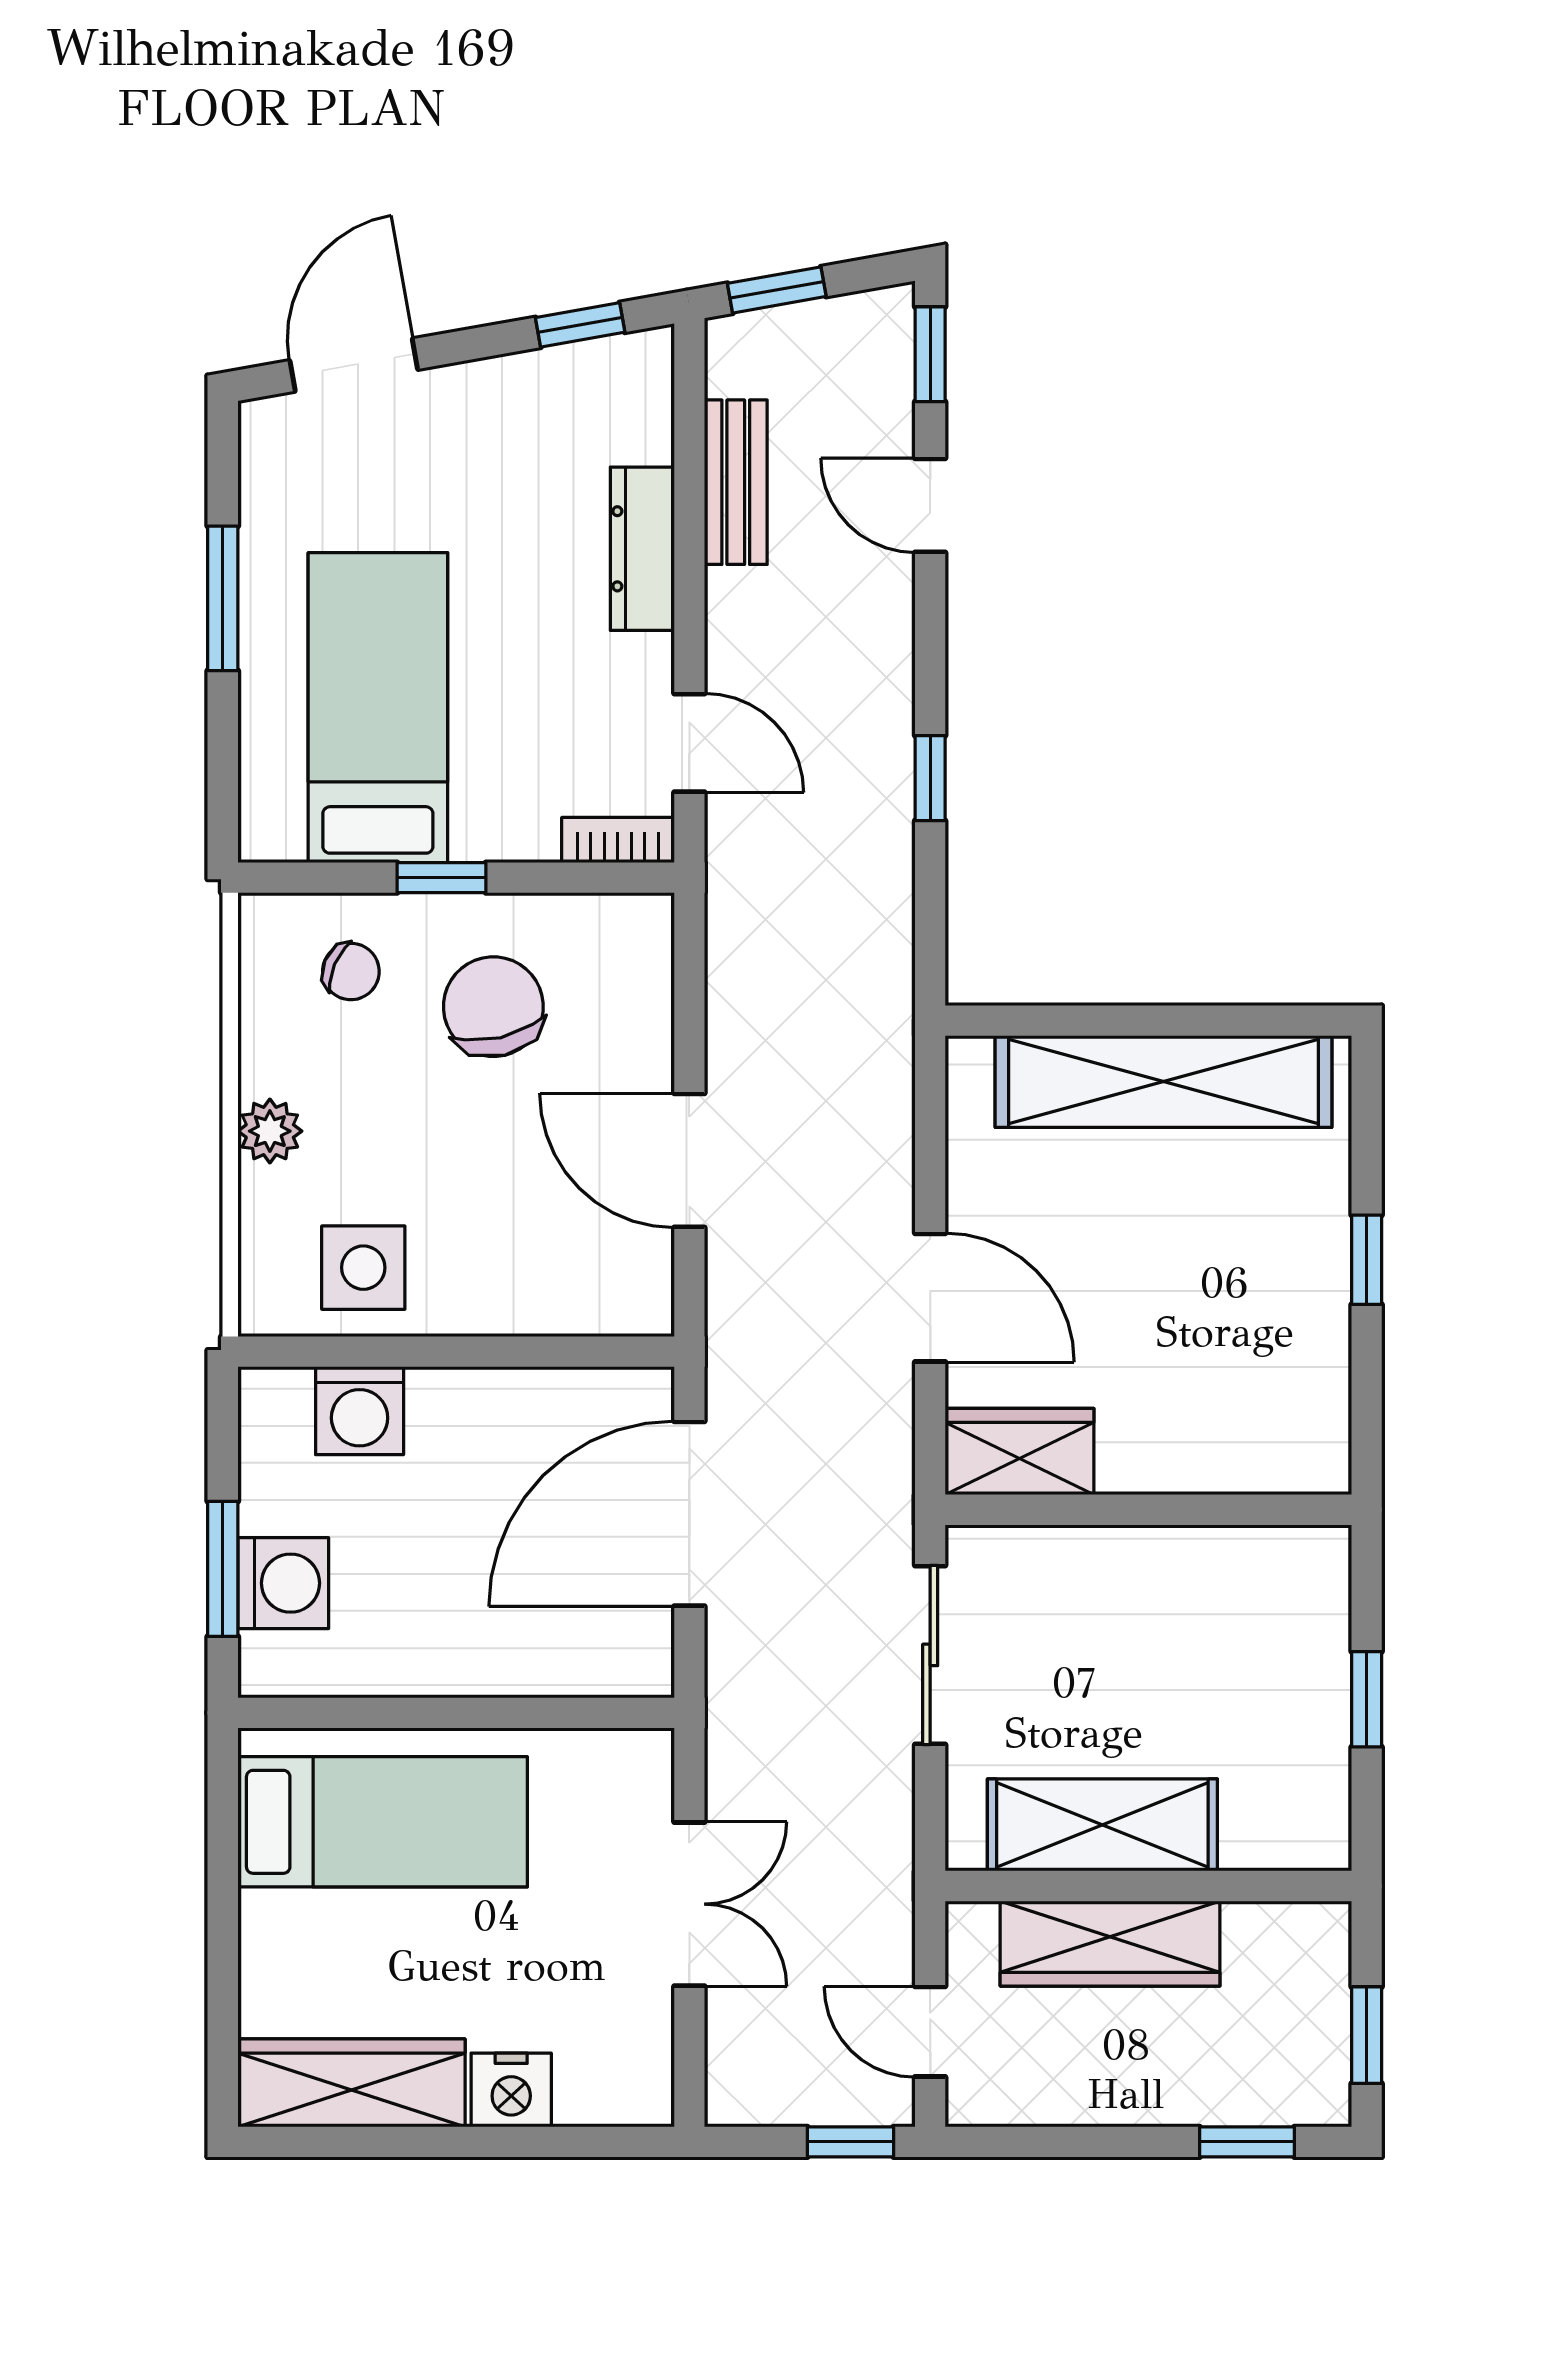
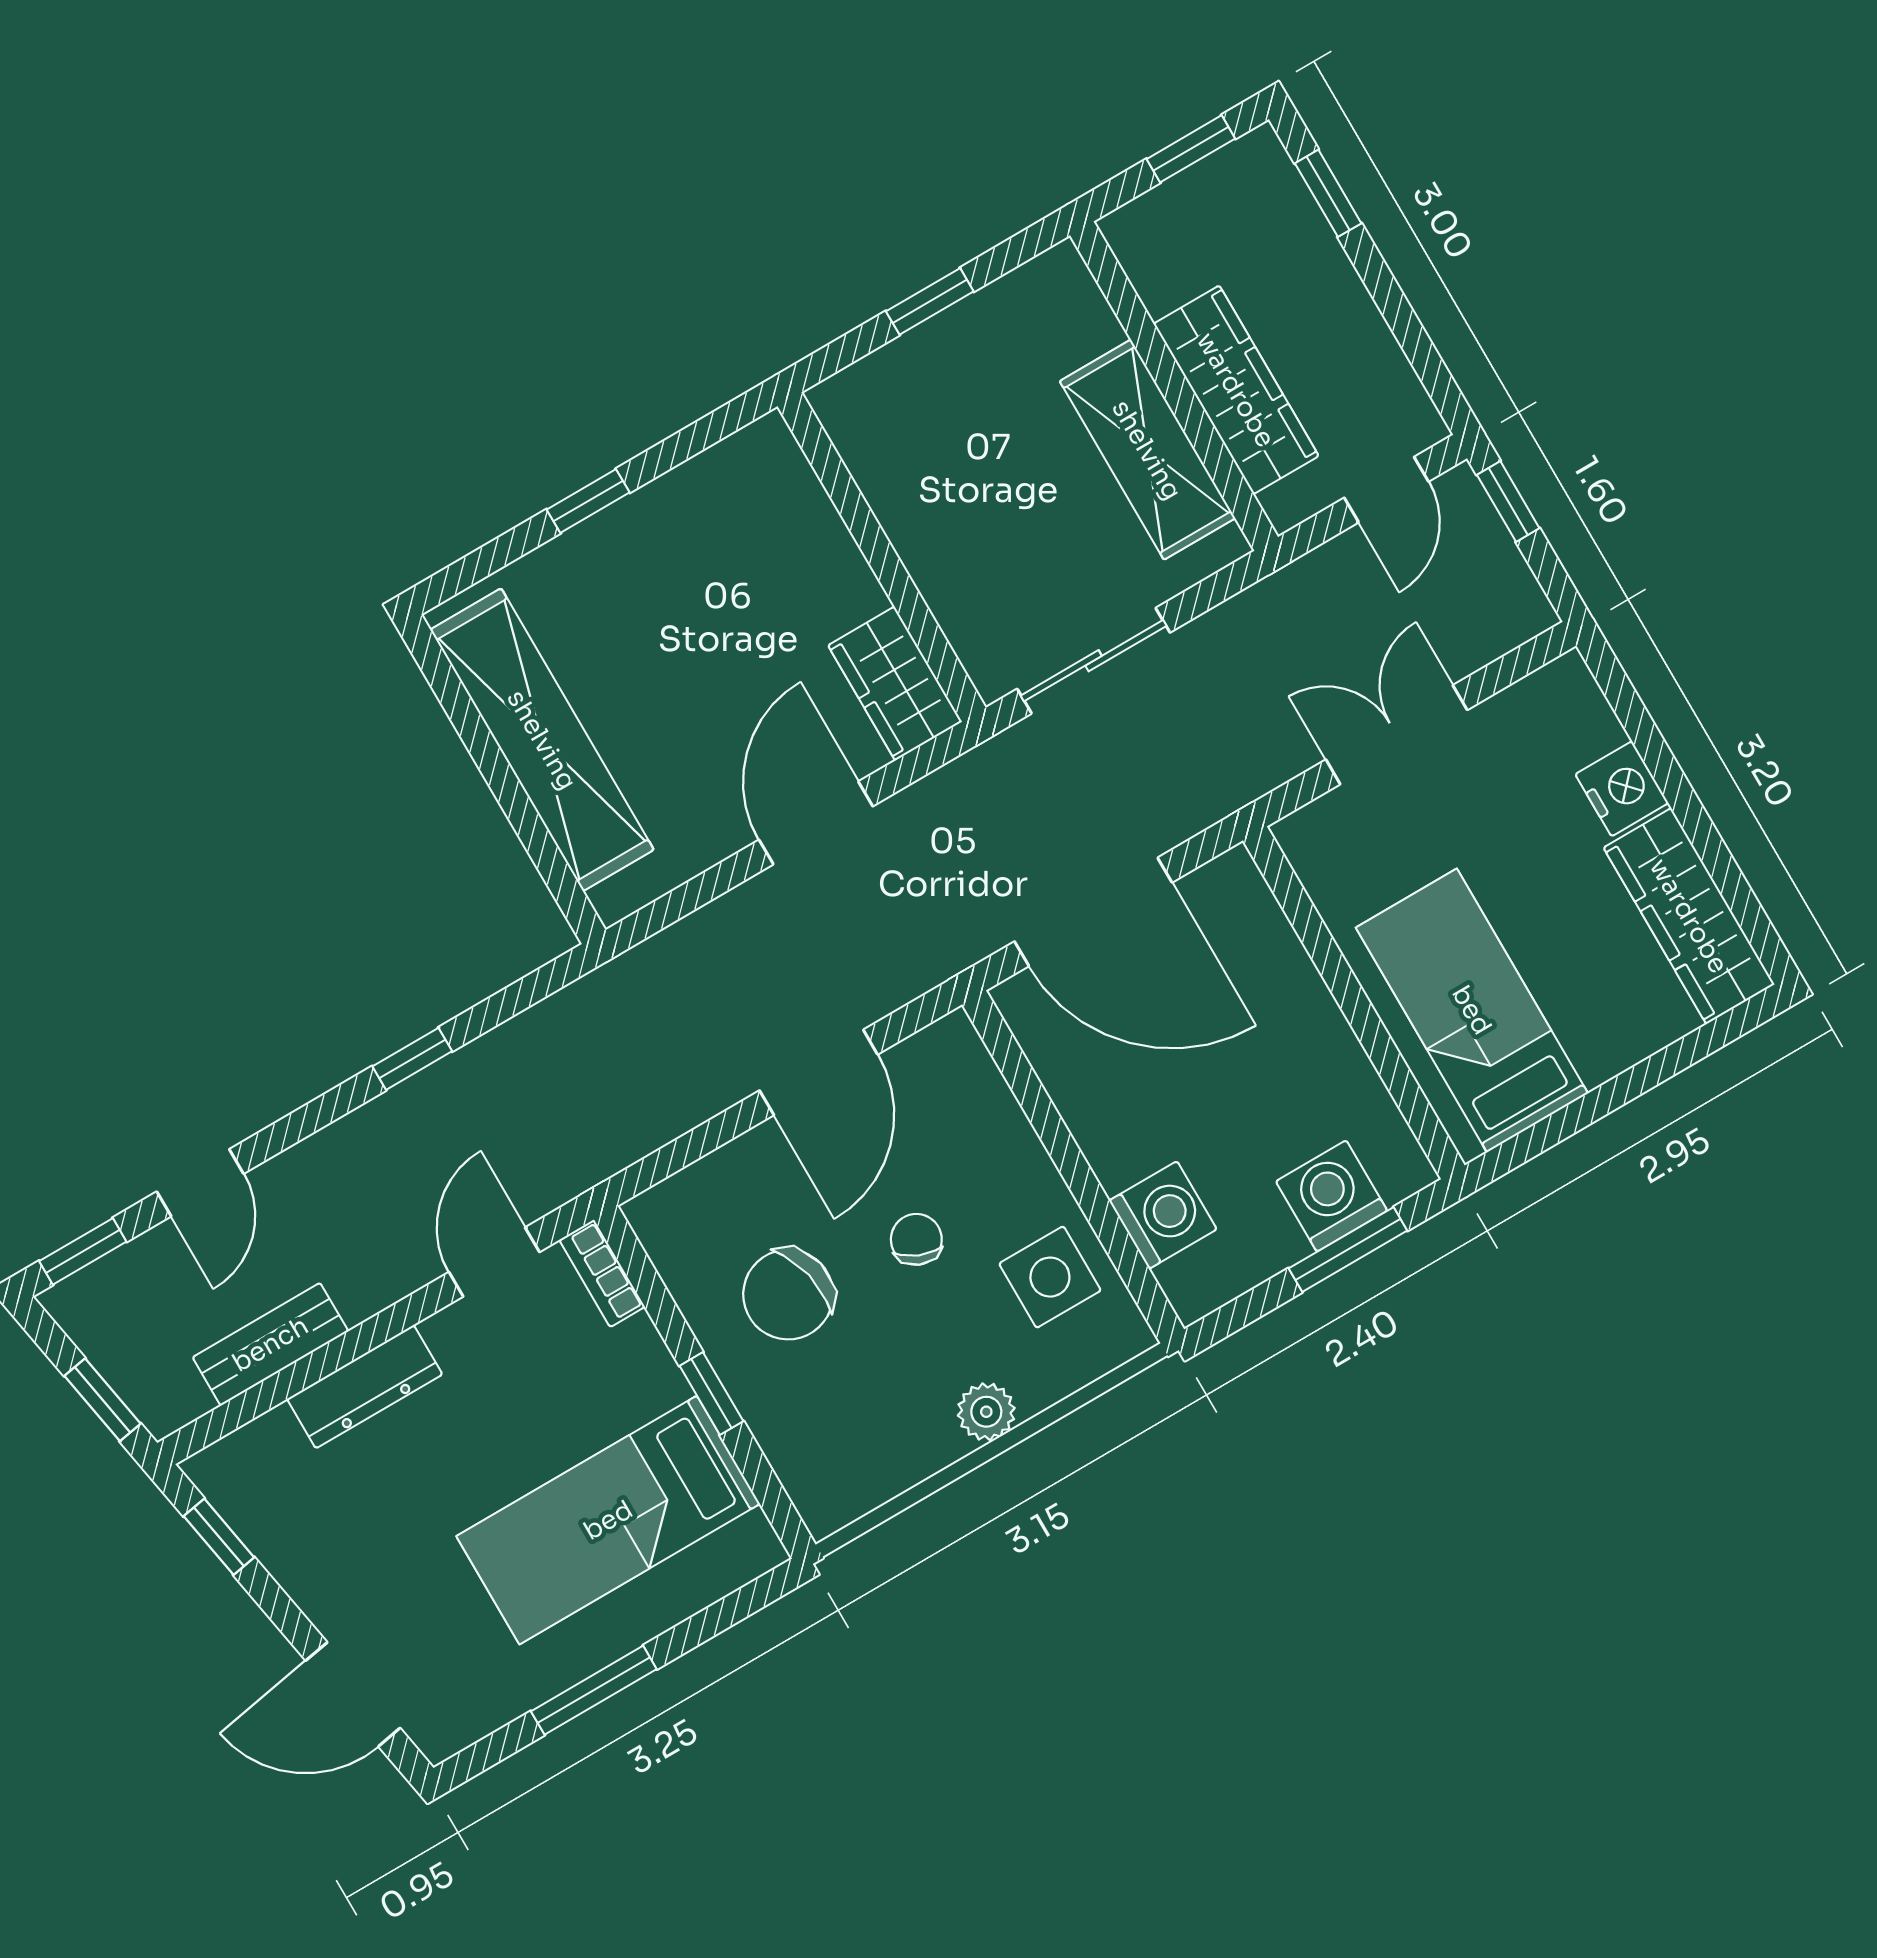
chair: (351, 972) -> (916, 1239), moved

